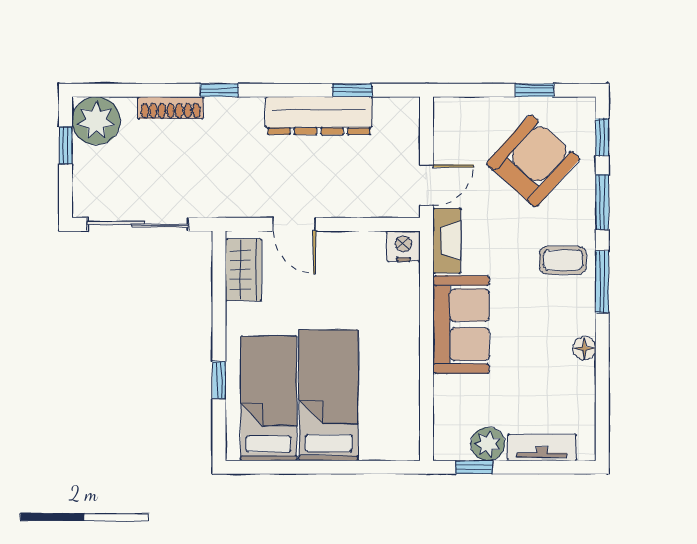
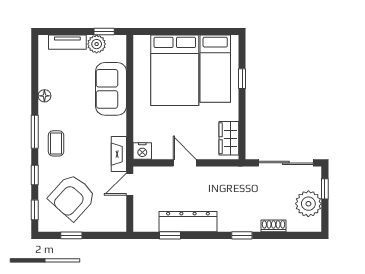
shoe rack: (171, 108) -> (274, 226), width x0.70
plant: (96, 121) -> (308, 204), moved
window: (66, 145) -> (325, 189), moved
window: (602, 202) -> (35, 175), width x0.67
door: (294, 224) -> (185, 163), moved
coffee table: (563, 260) -> (56, 143), turned 90
sofa: (461, 325) -> (111, 89), moved
bed: (329, 395) -> (175, 70), width x1.50

